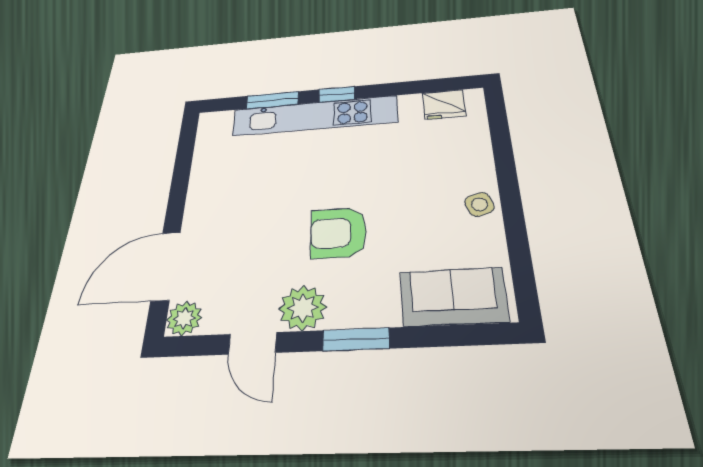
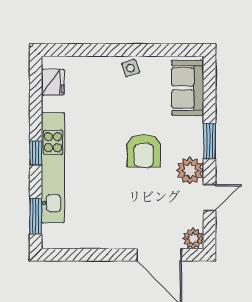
window: (273, 100) -> (36, 216), moved

